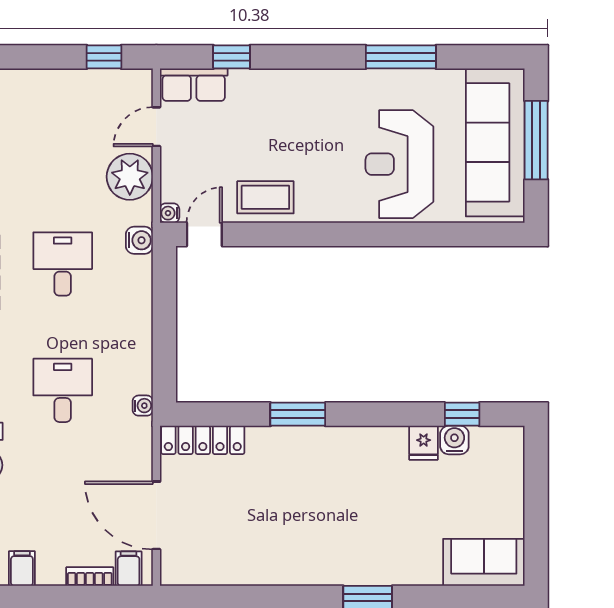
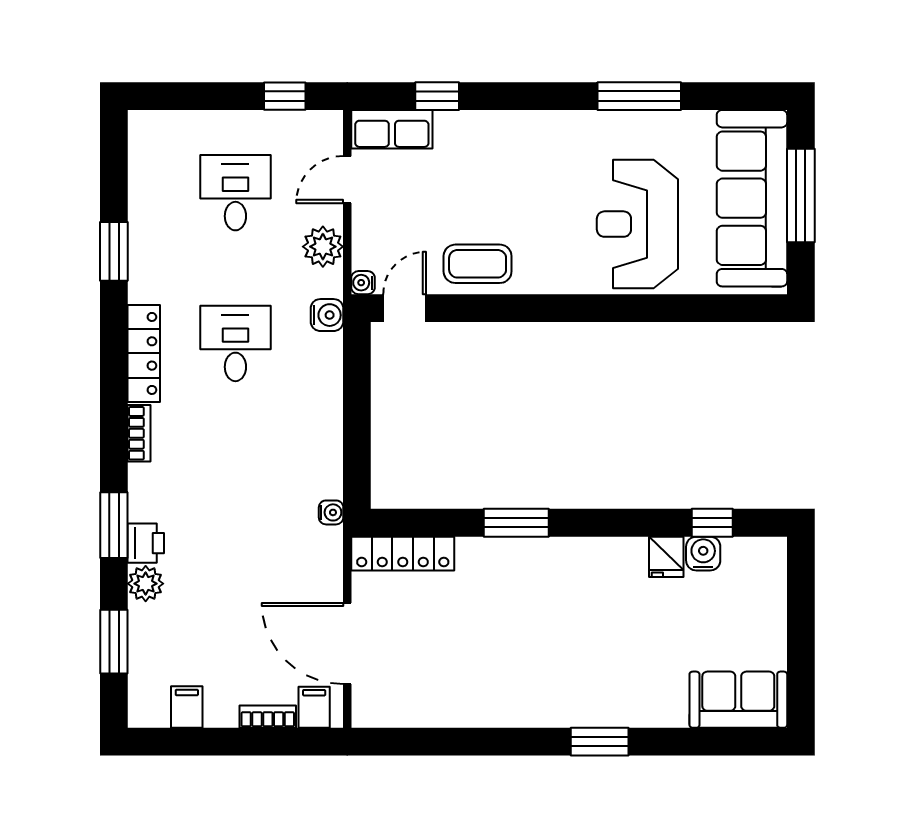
plant: (130, 177) -> (323, 247), width x0.73, depth x0.73
desk: (63, 390) -> (235, 193), moved

